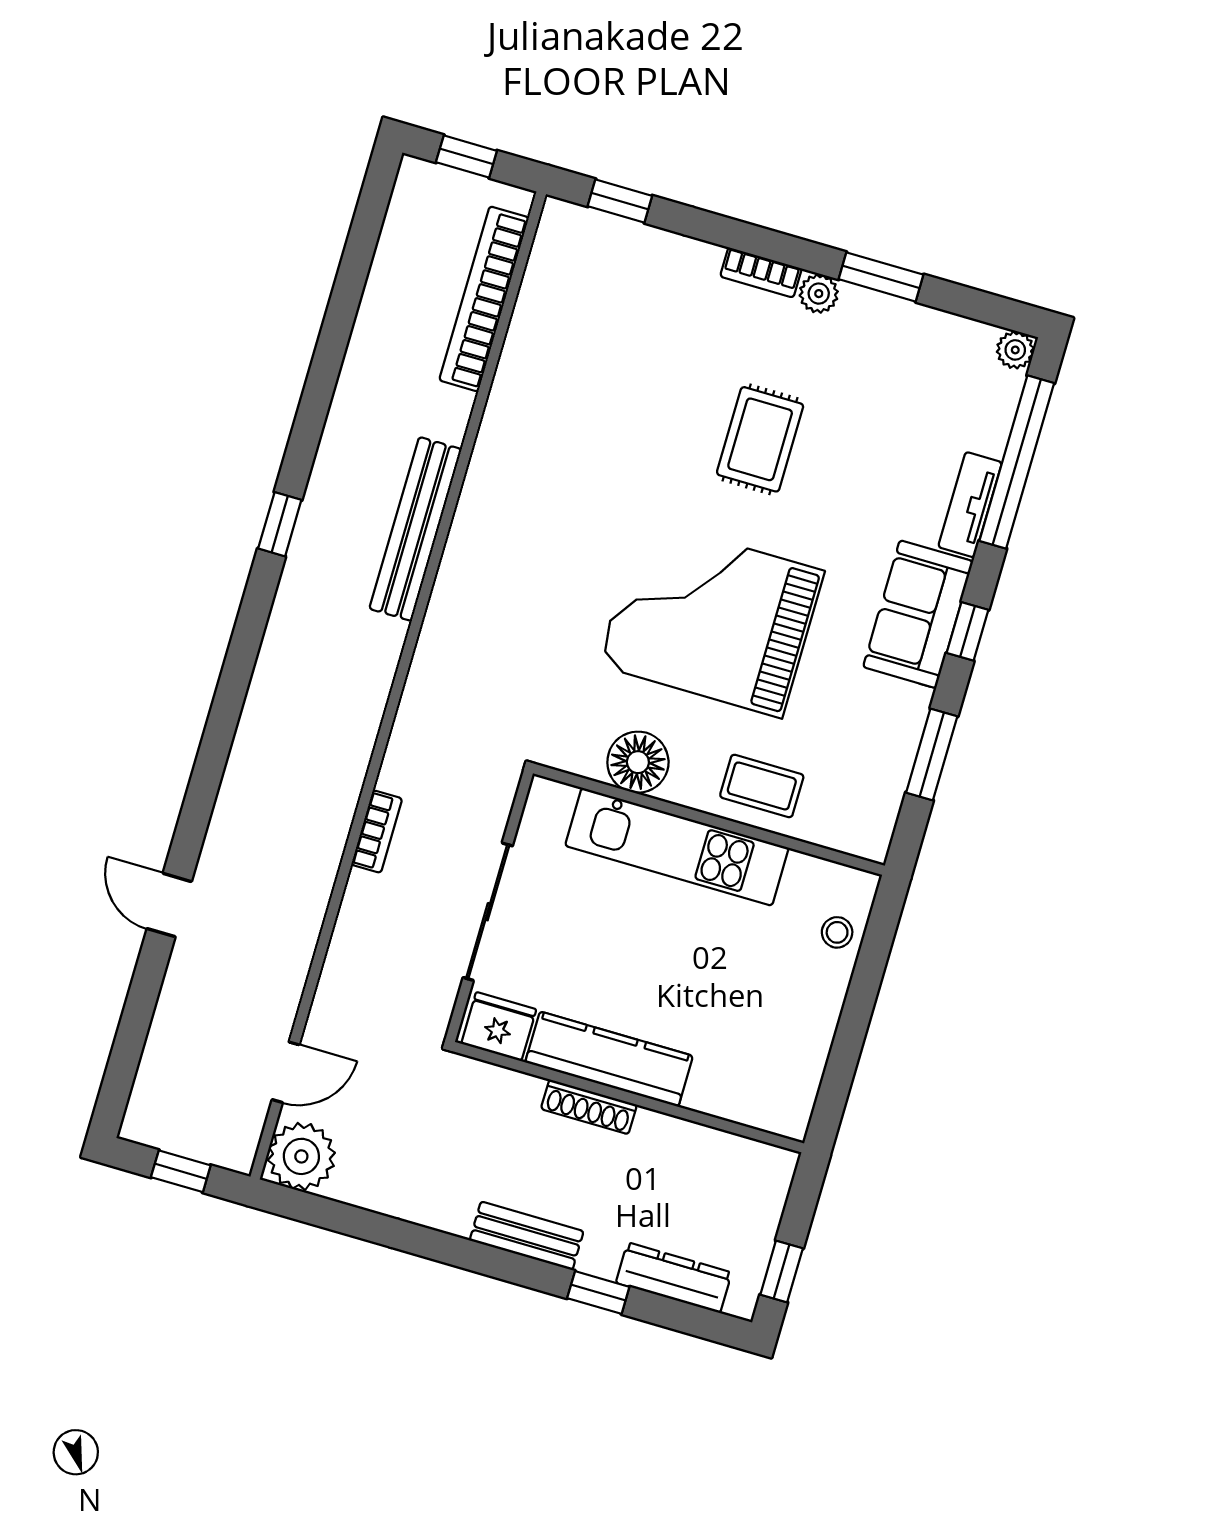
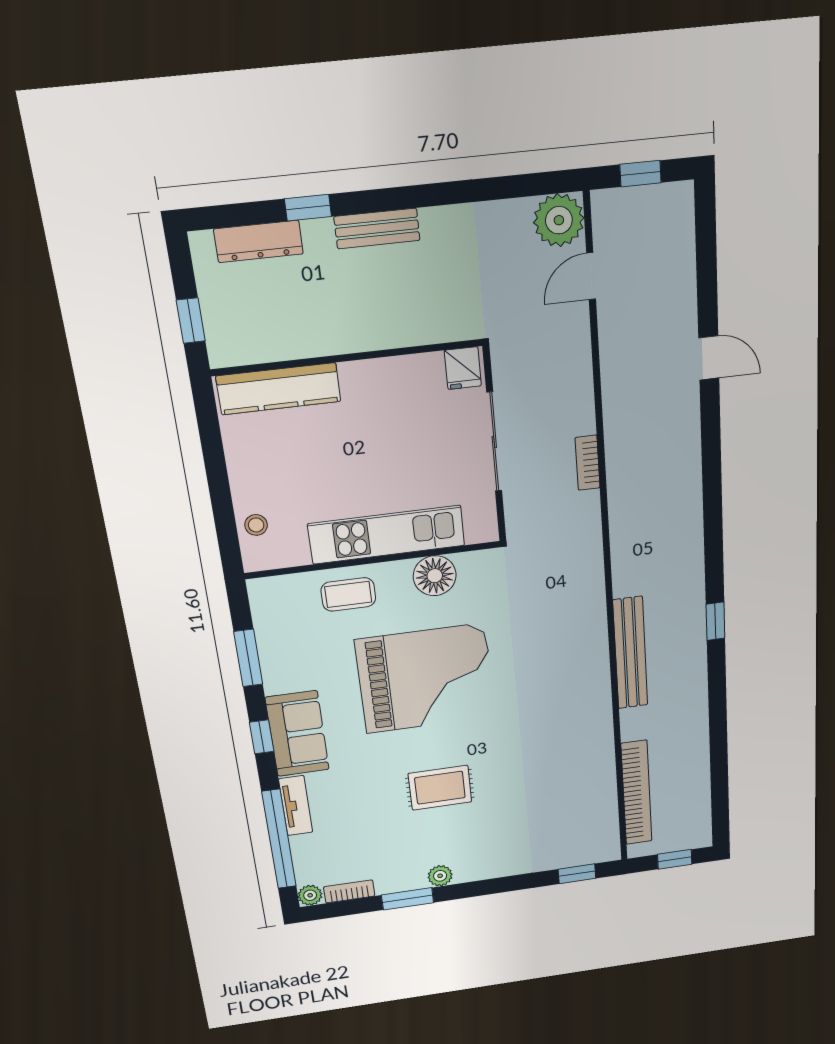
bookcase: (761, 273) -> (349, 891), moved
rug: (760, 439) -> (440, 788), turned 90
fridge: (499, 1027) -> (463, 368), width x0.72
kitchen counter: (609, 1059) -> (279, 389), moved
shoe rack: (589, 1107) -> (372, 339), removed
window: (782, 1272) -> (191, 321), moved

